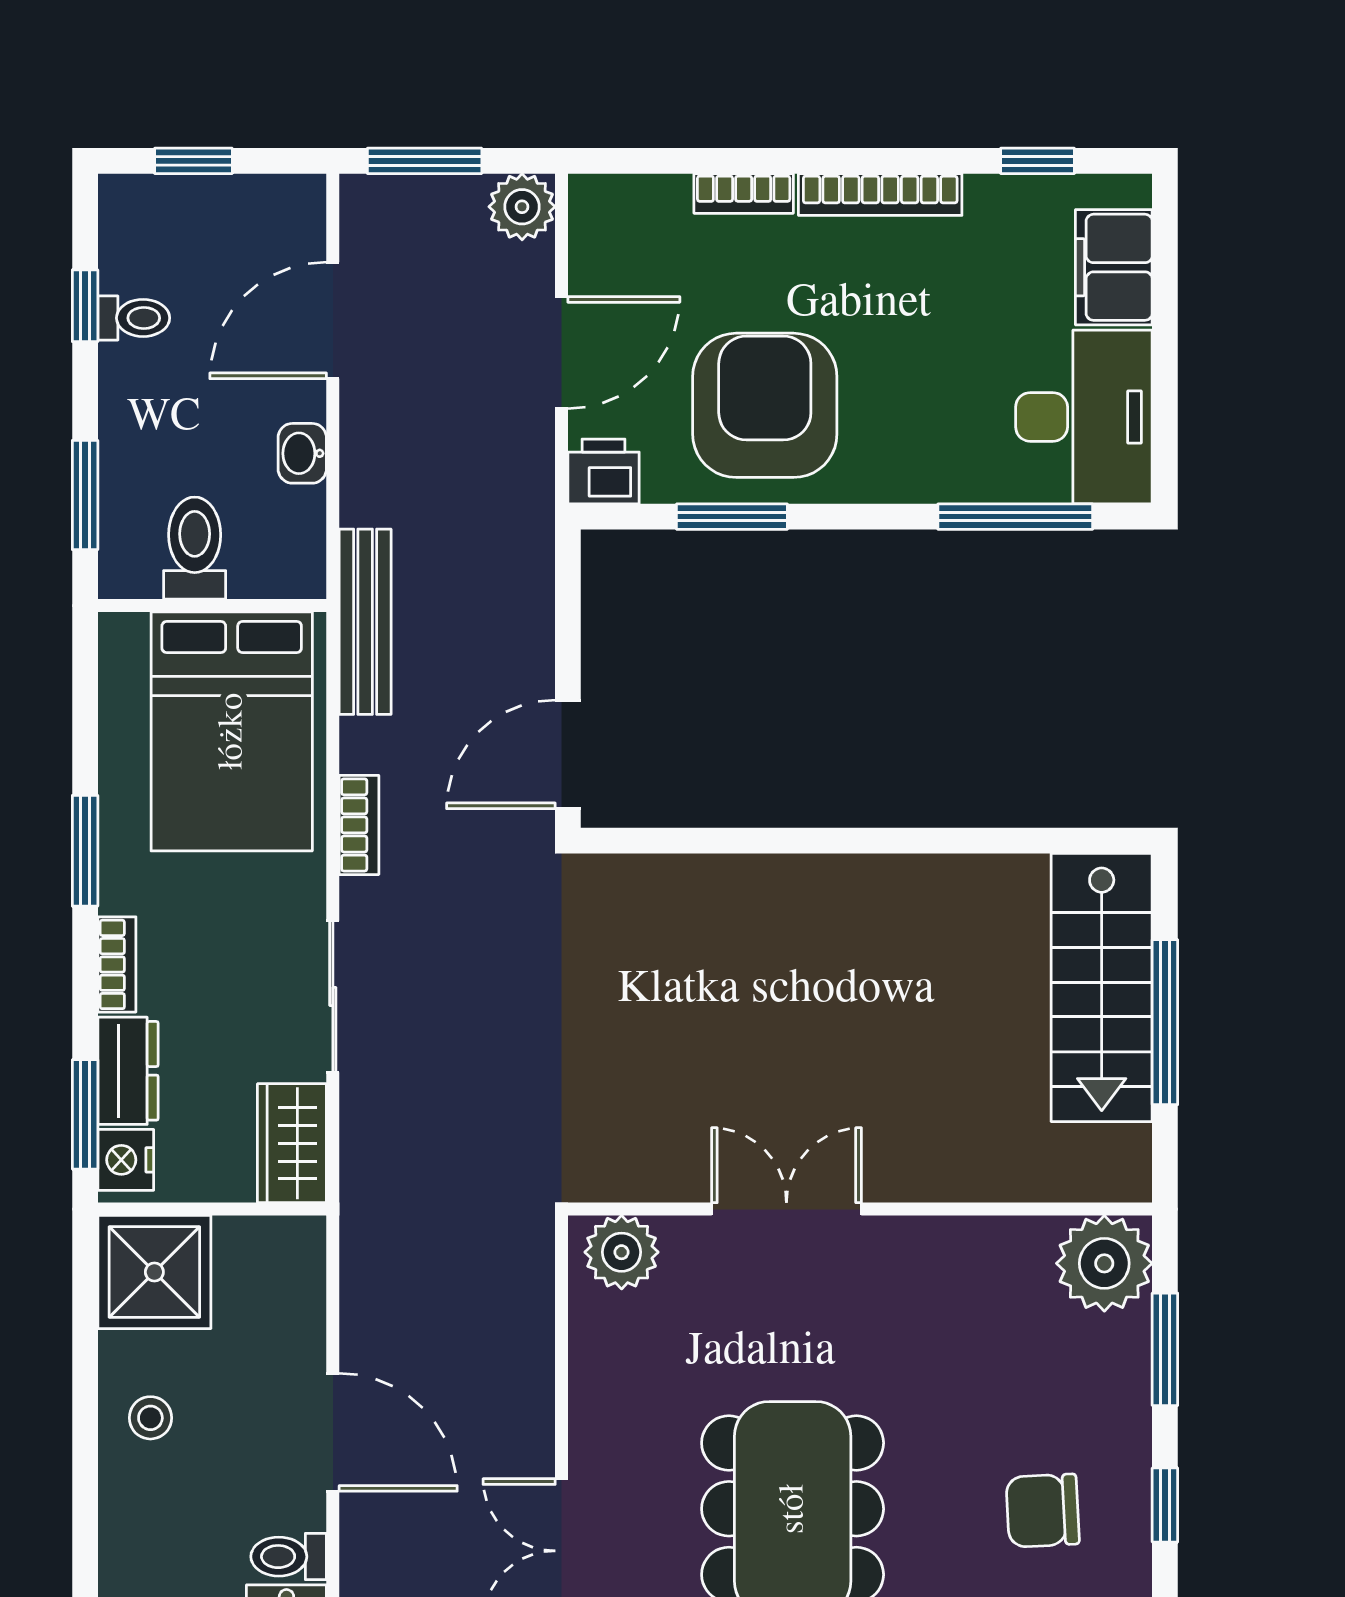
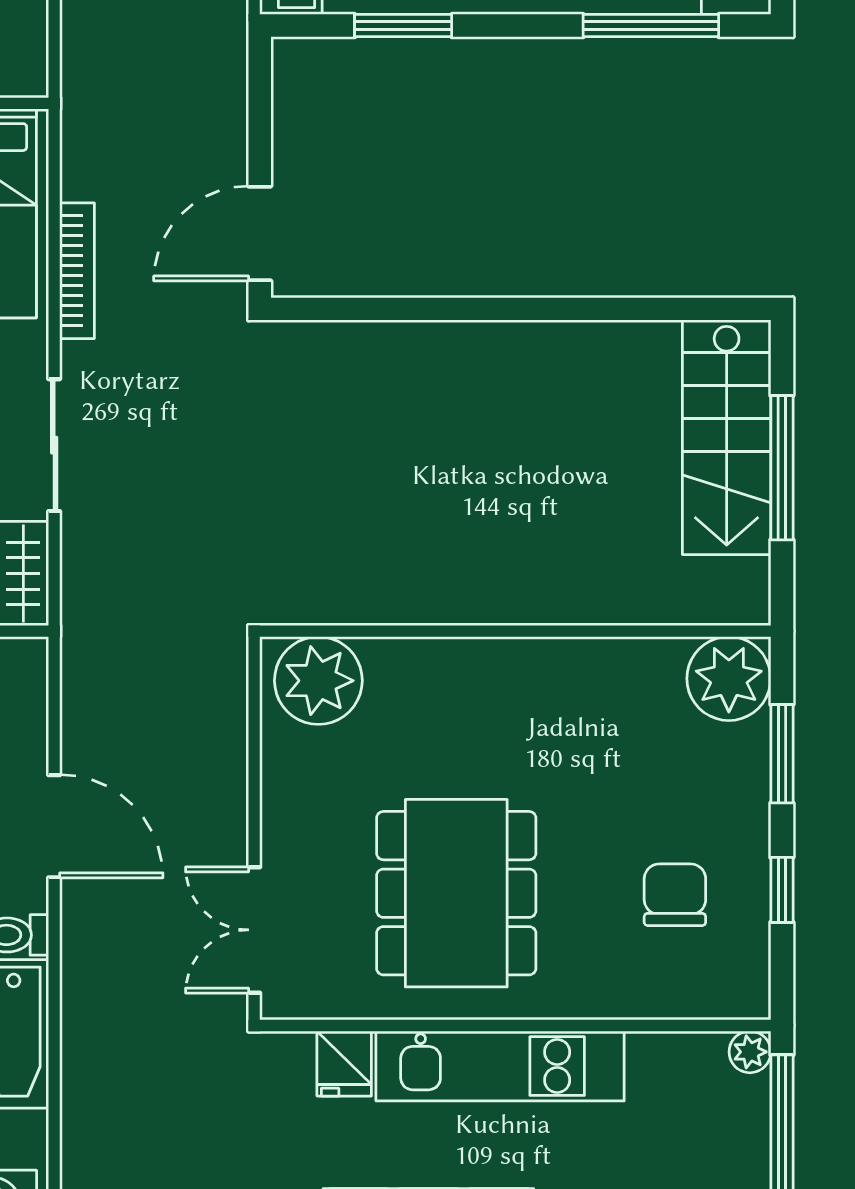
bench: (365, 622) -> (82, 117), removed
bookcase: (359, 825) -> (77, 271), width x1.56
double door: (786, 1209) -> (451, 631), removed
plant: (622, 1252) -> (318, 681), width x1.36, depth x1.36
chair: (1043, 1511) -> (675, 895), turned 93

